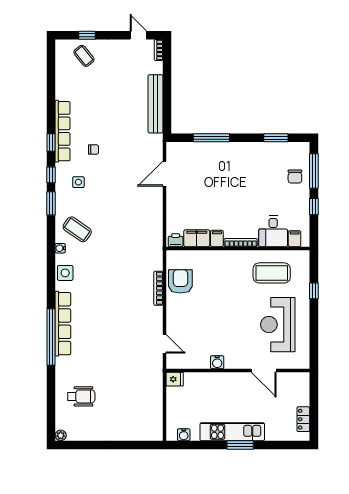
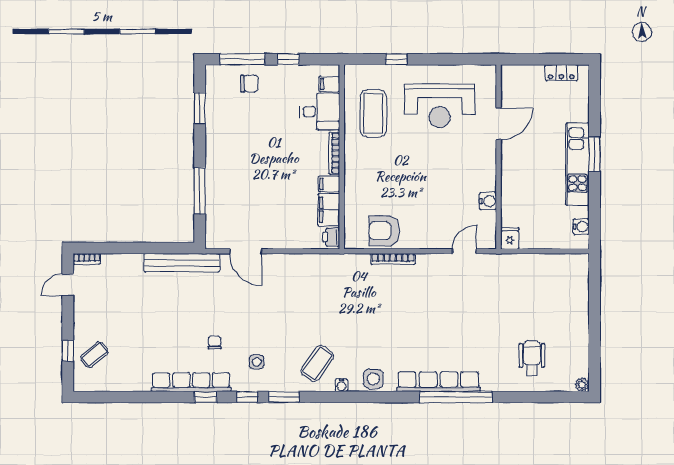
bench: (156, 104) -> (182, 263), moved
water cooler: (217, 362) -> (488, 201), moved

